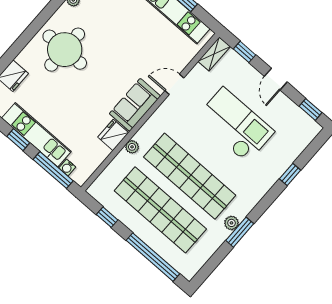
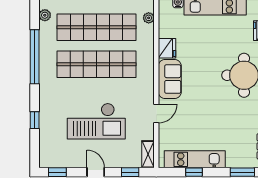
plant: (132, 147) -> (149, 18), moved
plant: (231, 223) -> (45, 15), moved
window: (240, 232) -> (35, 57), width x2.11

